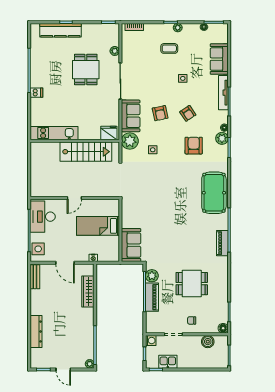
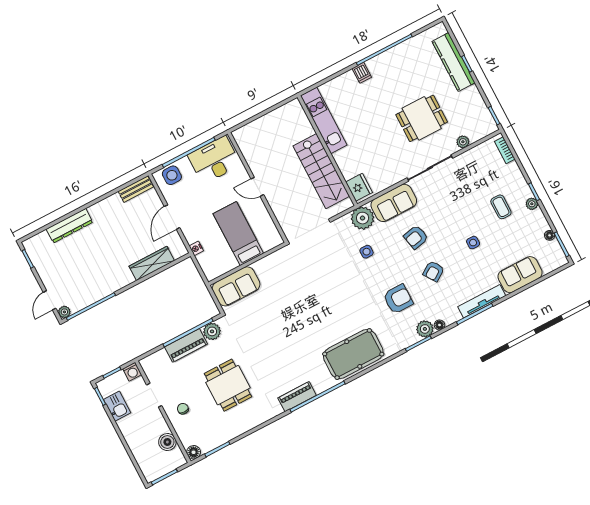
door: (63, 369) -> (50, 300), moved

